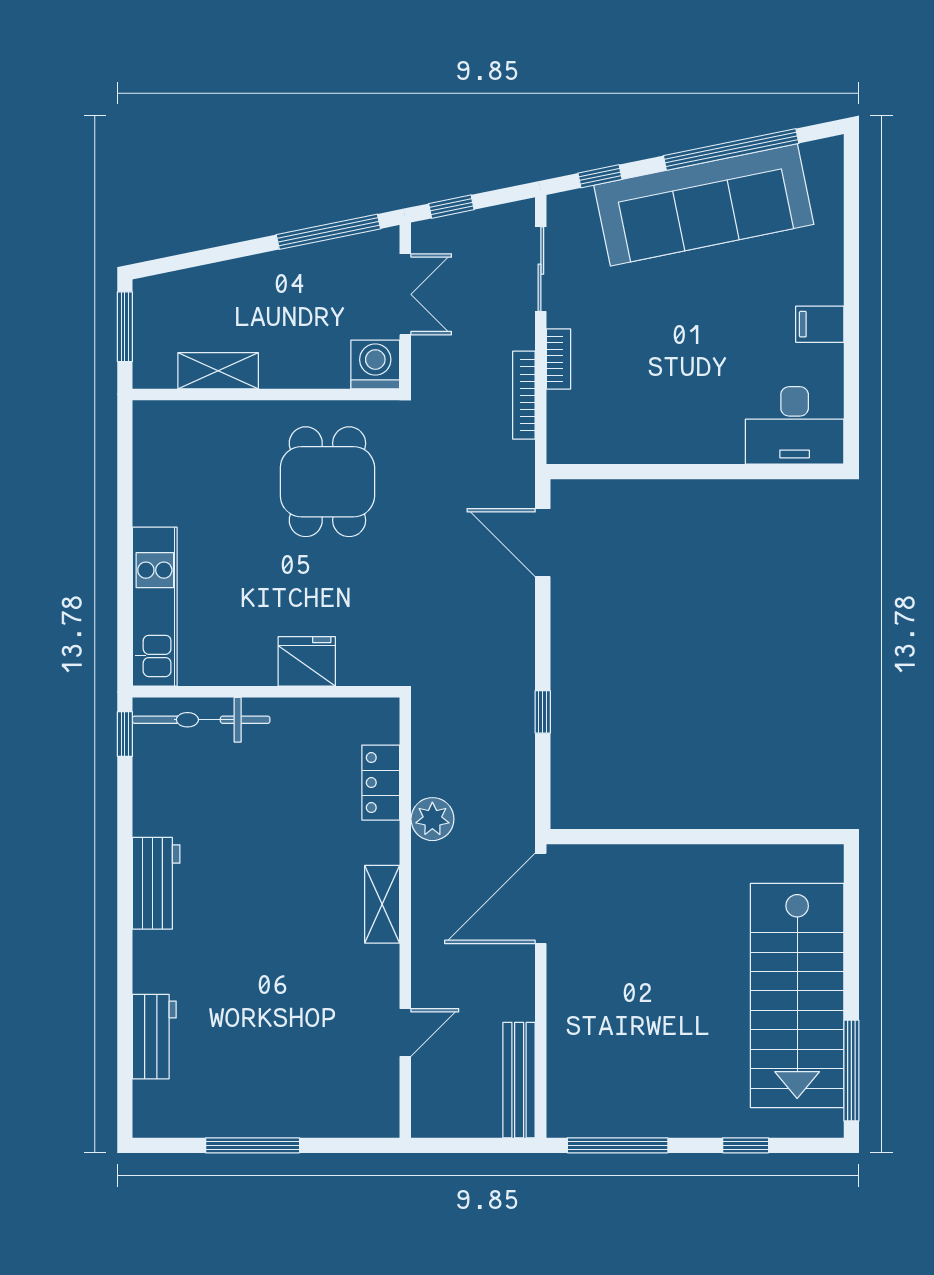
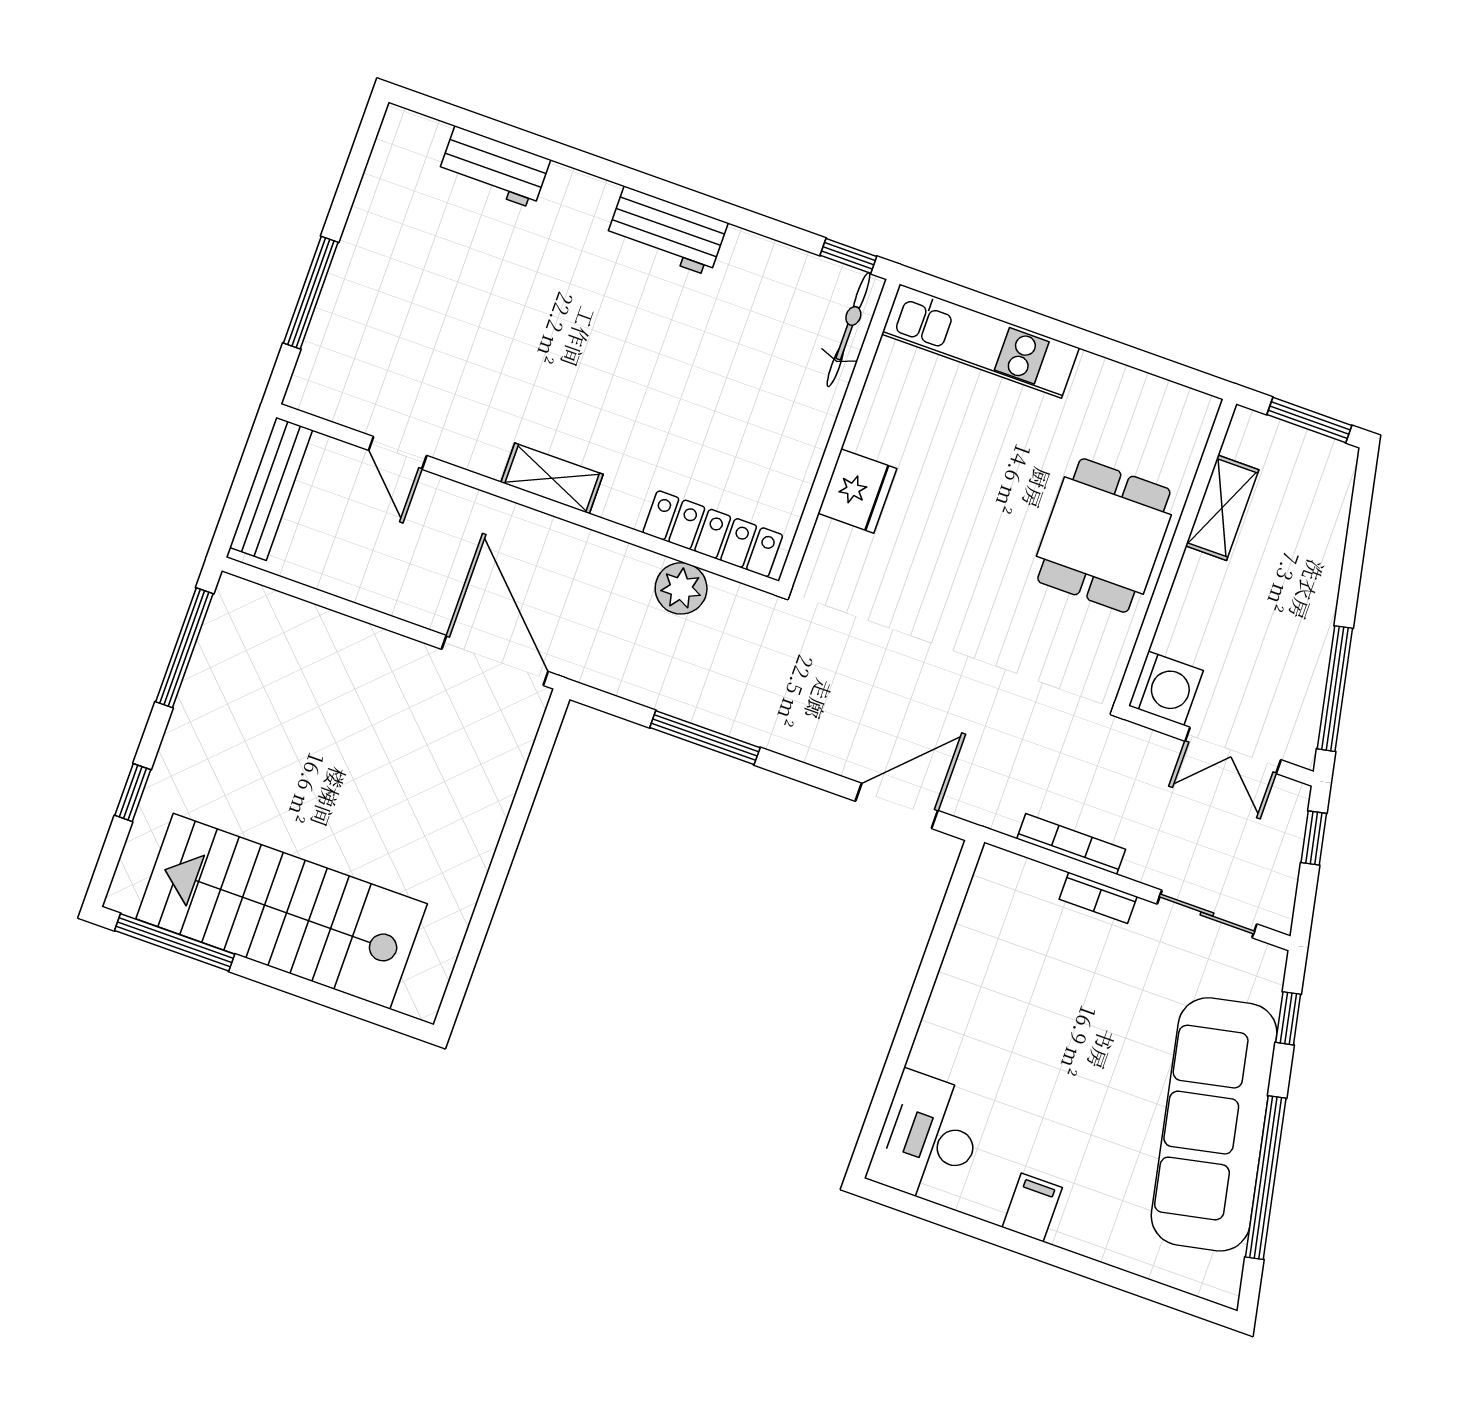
dining table: (327, 482) -> (1104, 536), moved, turned 90
window: (543, 712) -> (705, 738), width x2.17
bicycle: (201, 720) -> (848, 330), width x0.73, depth x0.71
locker: (381, 783) -> (713, 534), width x1.53
plant: (432, 819) -> (681, 588), moved
bench: (519, 1080) -> (271, 489), moved, turned 90
window: (253, 1145) -> (311, 293), moved

